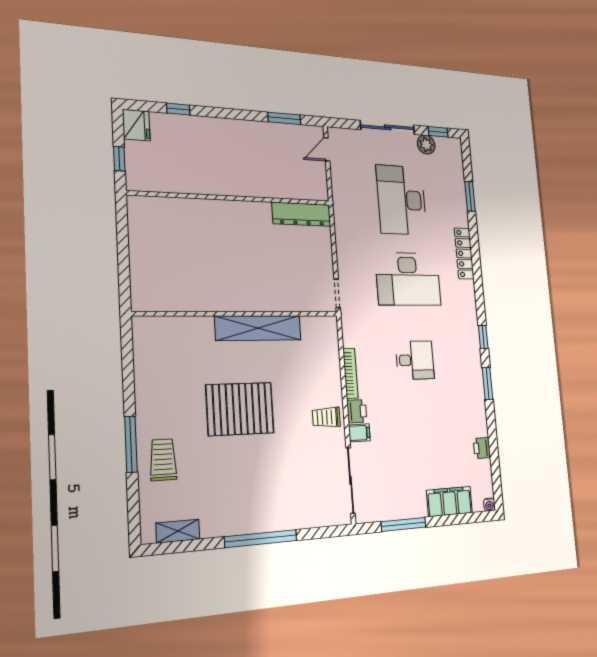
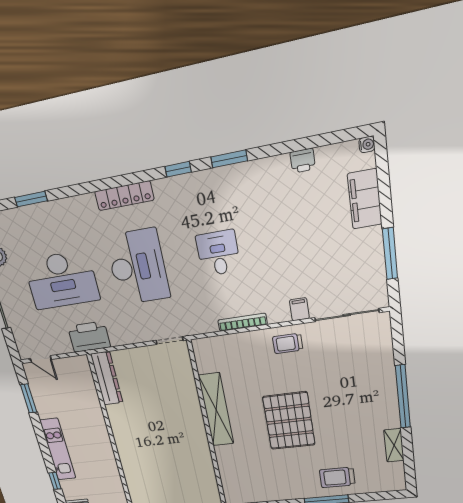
kitchen unit: (220, 129) -> (58, 449), added
locker: (464, 253) -> (124, 196), moved
printer: (357, 411) -> (89, 337), moved, width x1.87, depth x1.48
trolley: (326, 417) -> (288, 343), turned 90
shelving: (178, 531) -> (394, 445), moved

